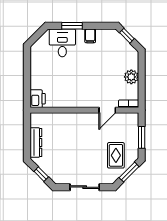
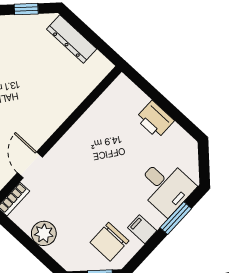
chair: (109, 45) -> (109, 242), added
printer: (38, 99) -> (155, 120), moved

